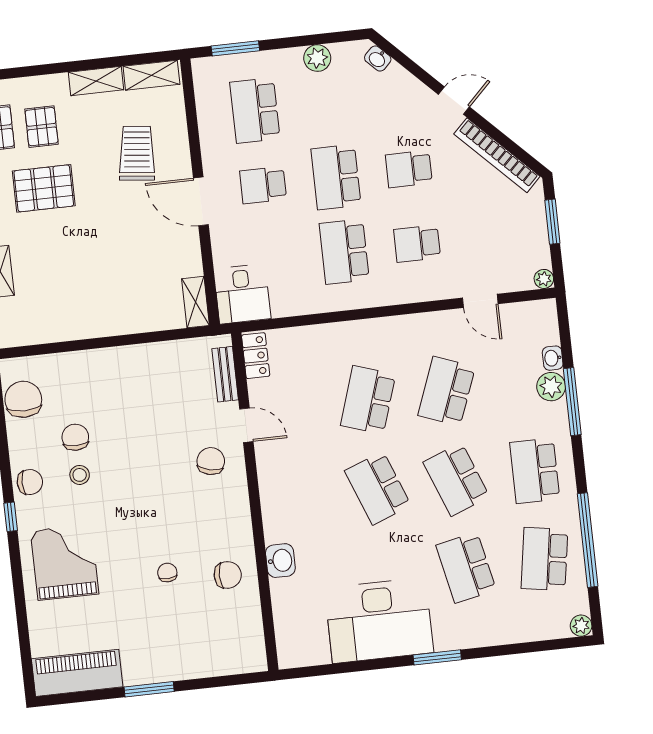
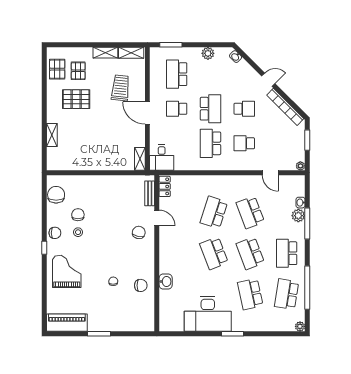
school desk: (409, 169) -> (244, 109), turned 180
school desk: (336, 177) -> (210, 109), turned 180
school desk: (447, 391) -> (250, 212), turned -42

